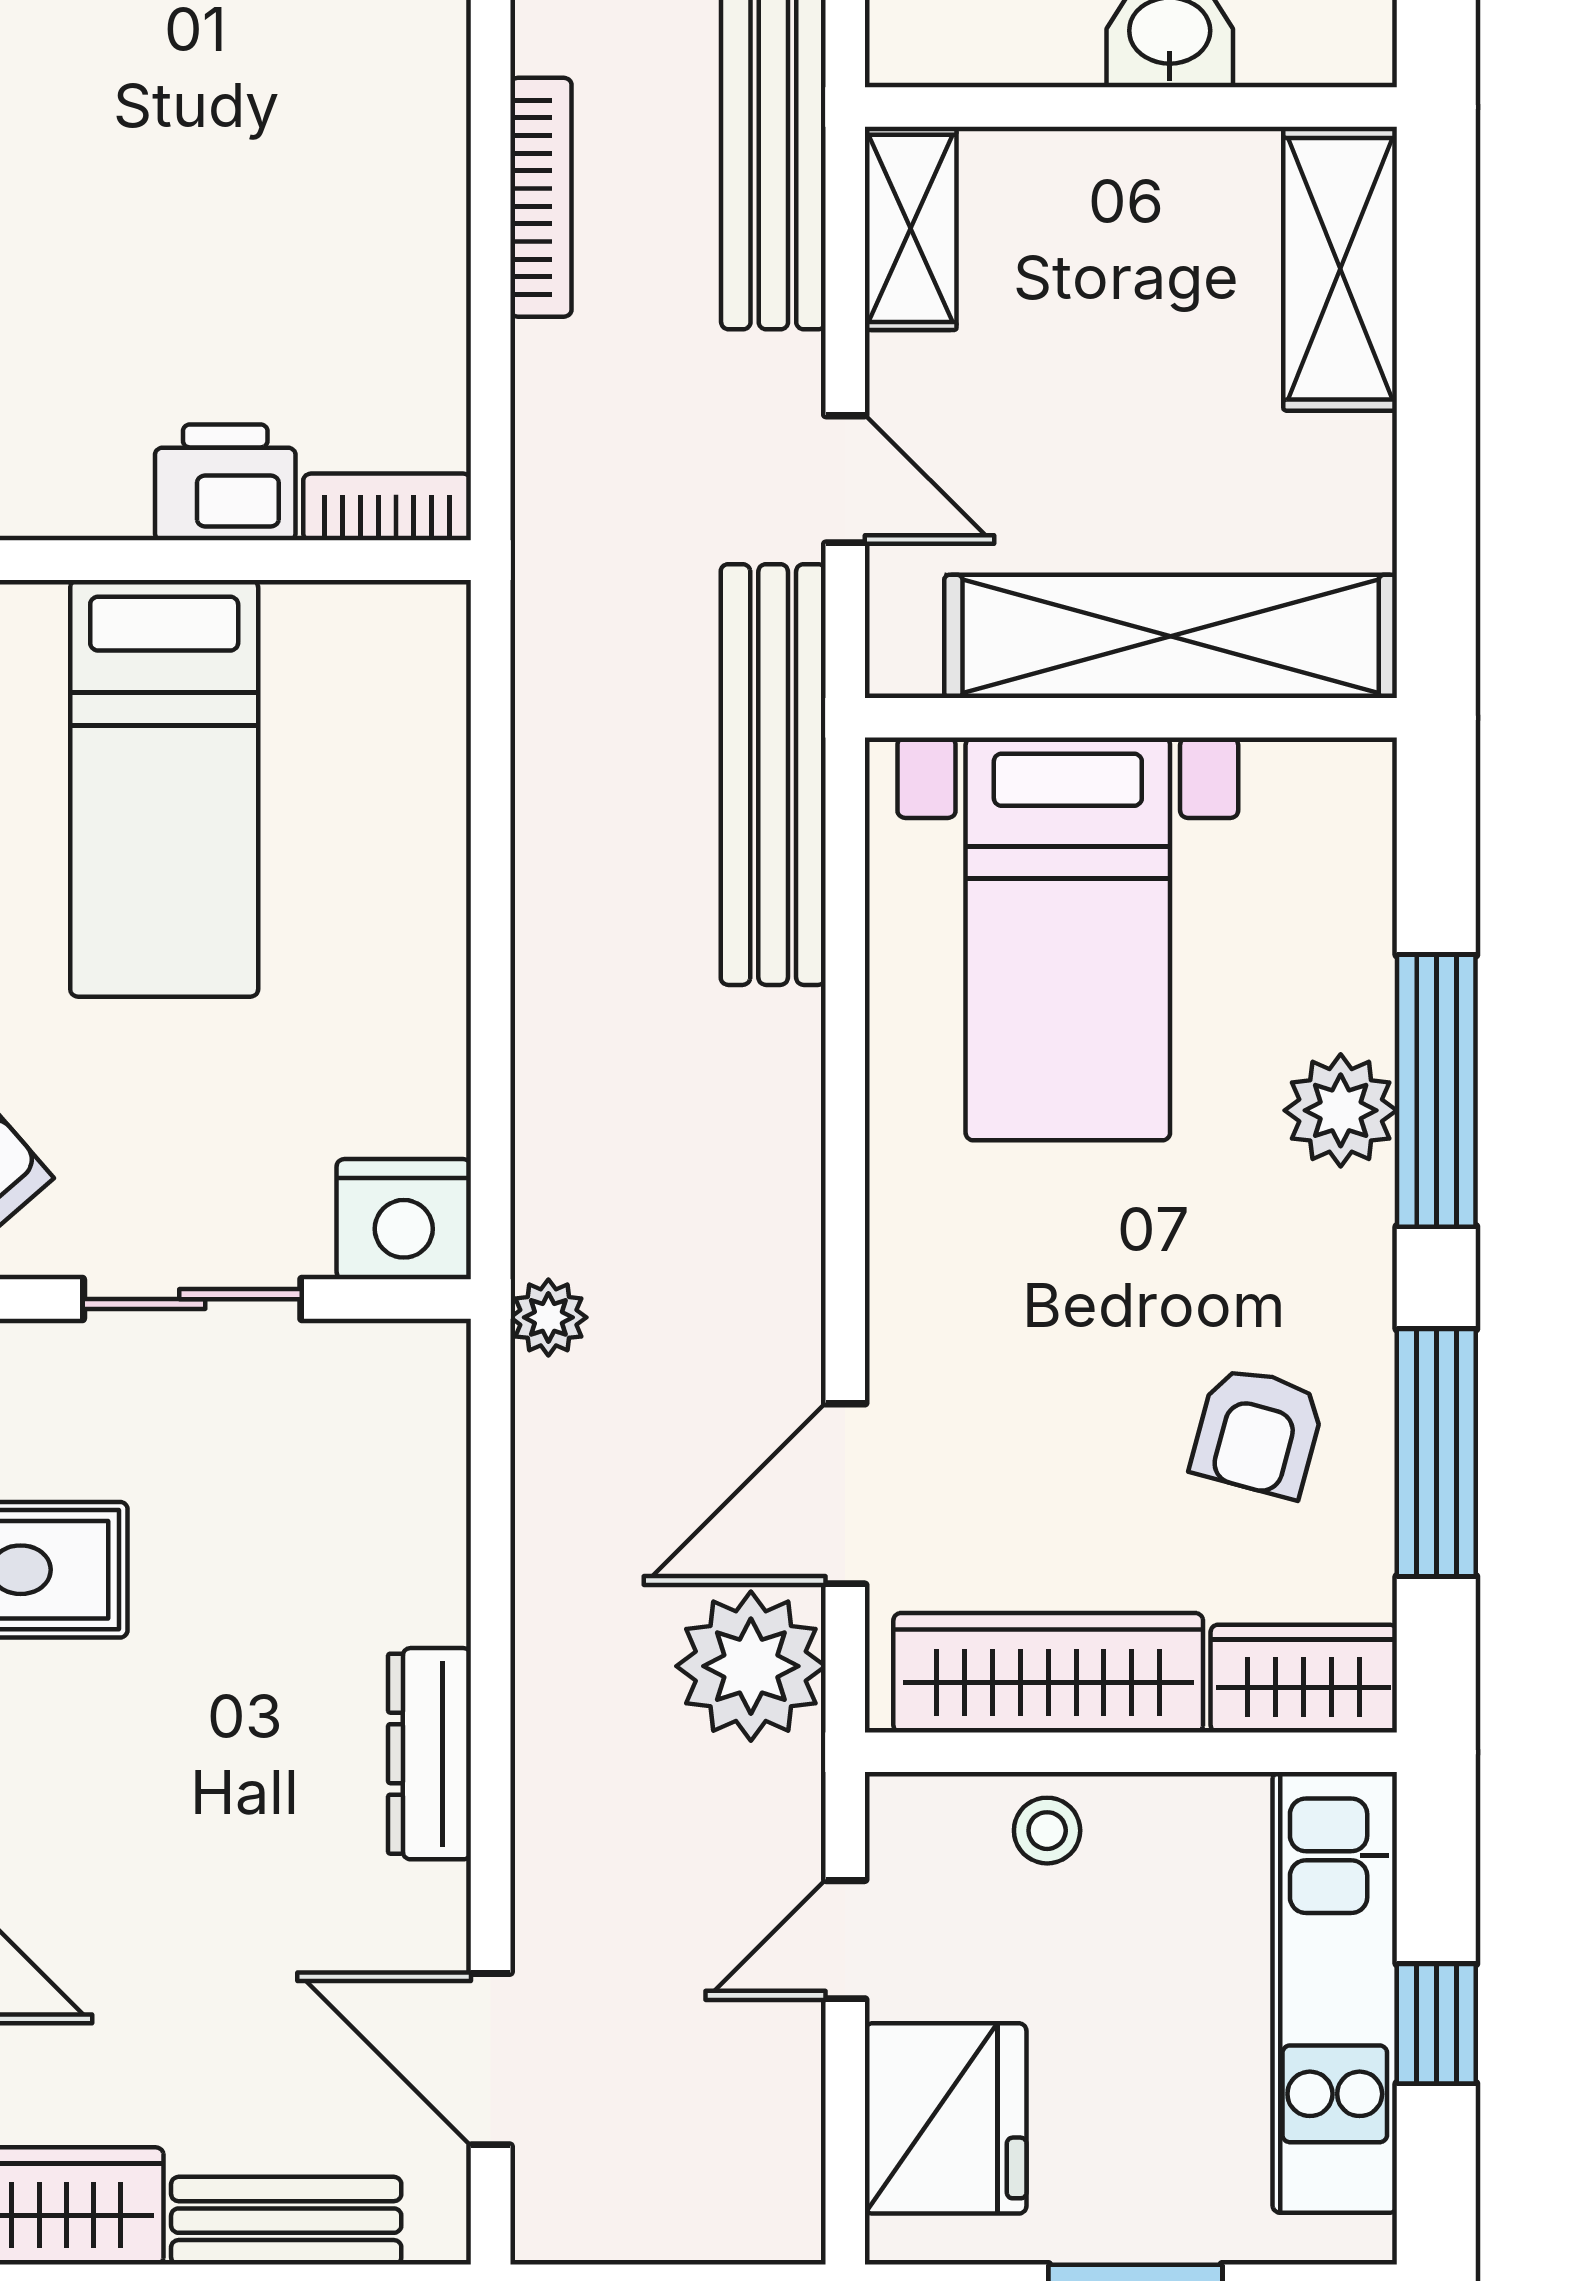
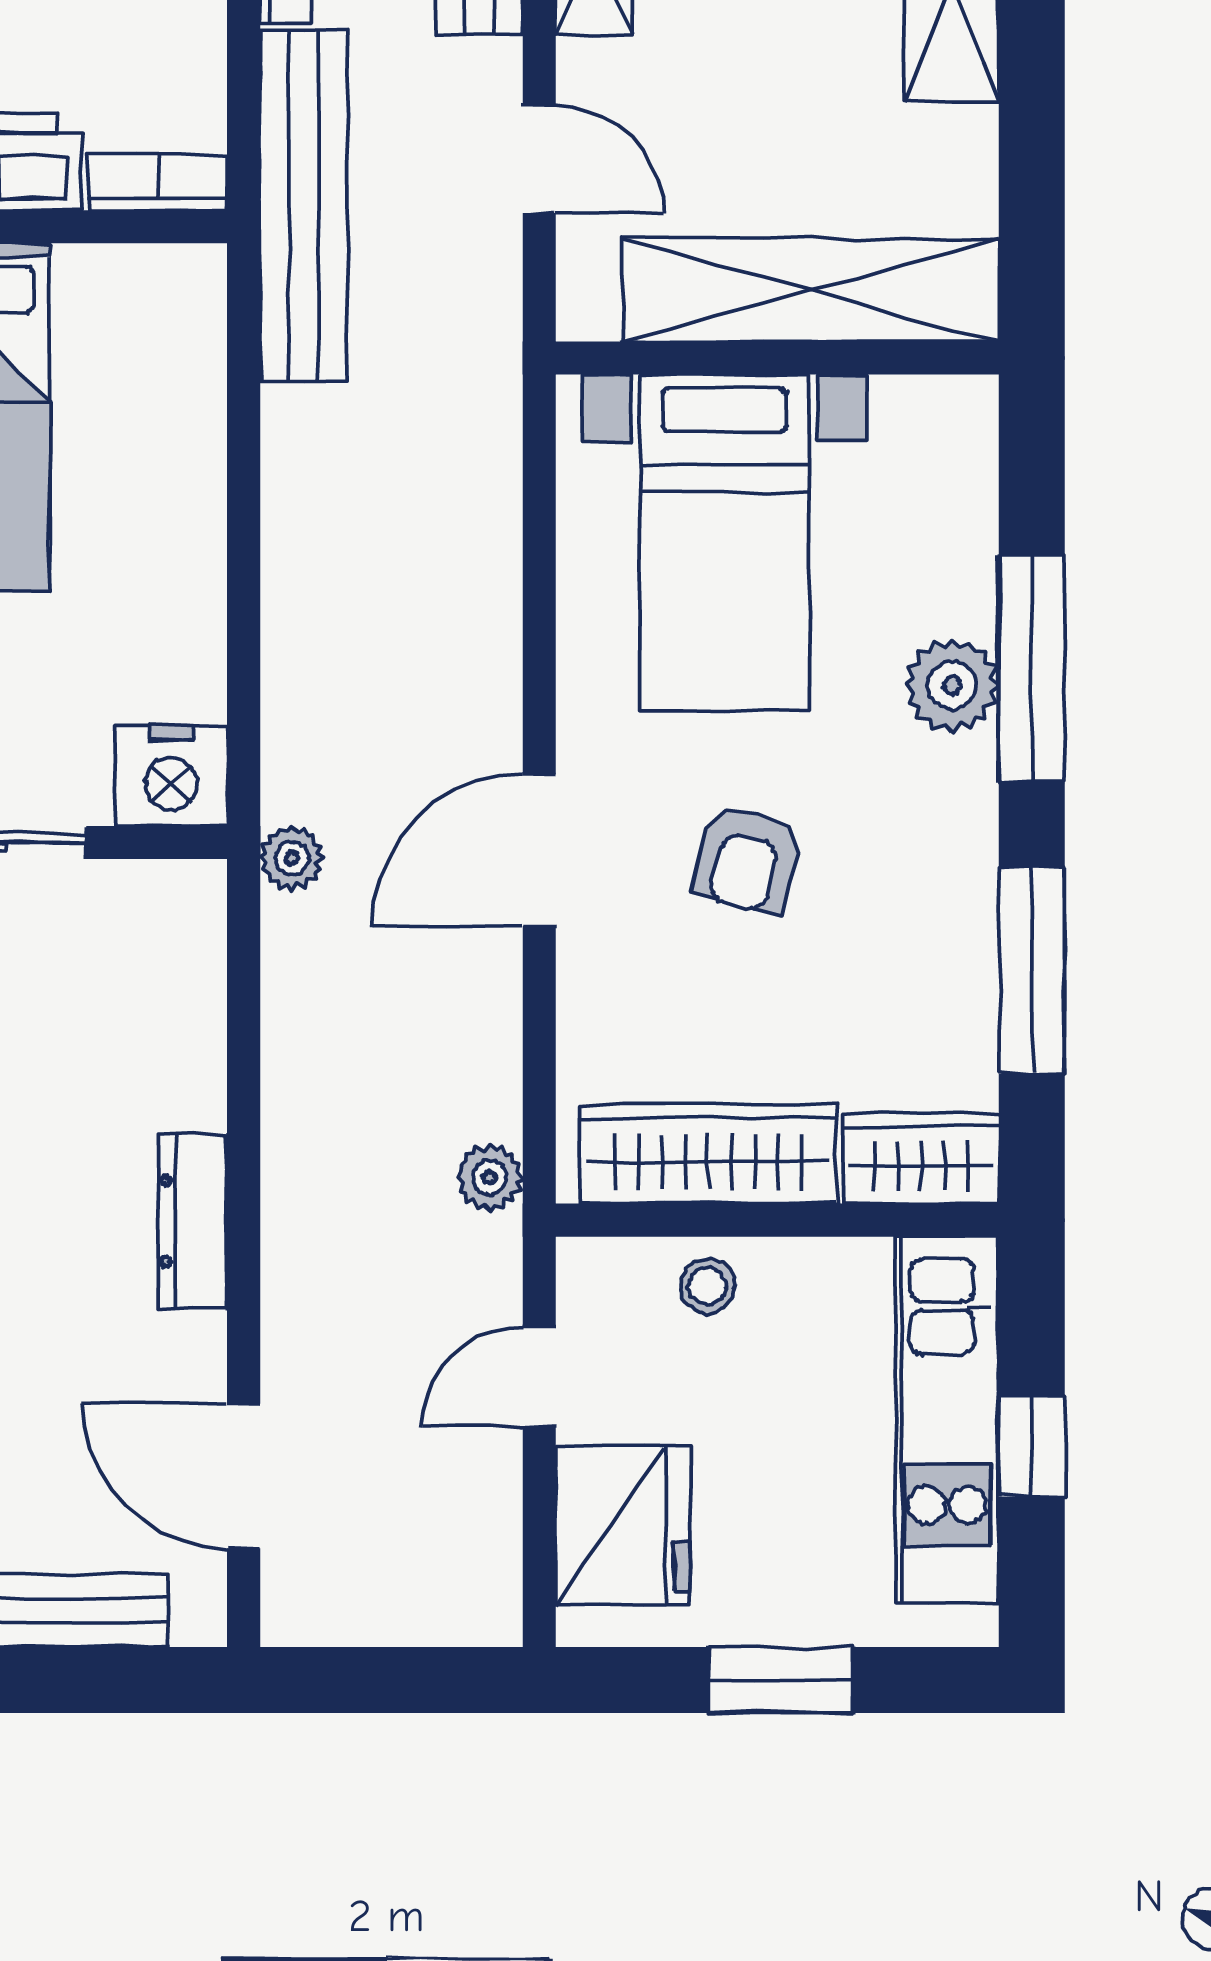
bench: (773, 775) -> (304, 206), moved
armchair: (1258, 1432) -> (747, 859), moved
door: (845, 1494) -> (539, 850), moved
plant: (751, 1666) -> (490, 1177), width x0.53, depth x0.53

